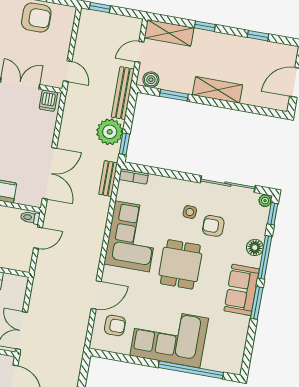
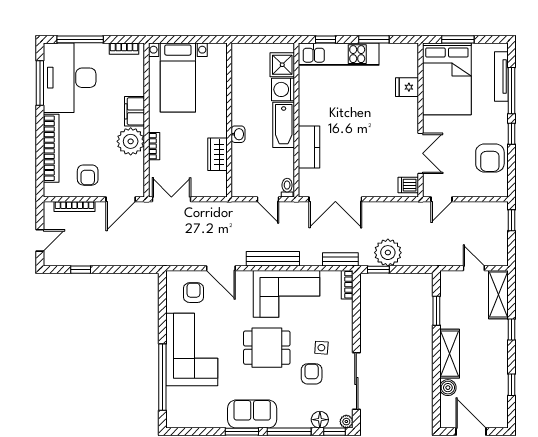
boiler: (151, 80) -> (448, 388), moved
bench: (123, 93) -> (273, 259), moved
floor lamp: (255, 247) -> (320, 420), moved
armchair: (115, 325) -> (194, 293), turned 180

